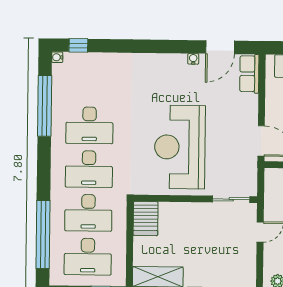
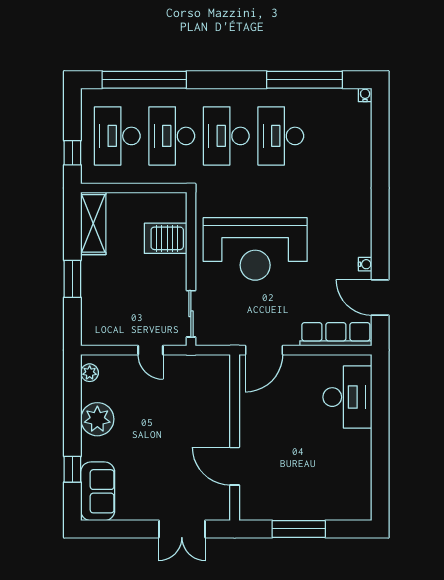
window: (78, 45) -> (380, 121), removed
row of seats: (249, 74) -> (336, 334), width x1.48
reception desk: (180, 147) -> (255, 249), turned 180
server rack: (146, 219) -> (166, 238), moved

